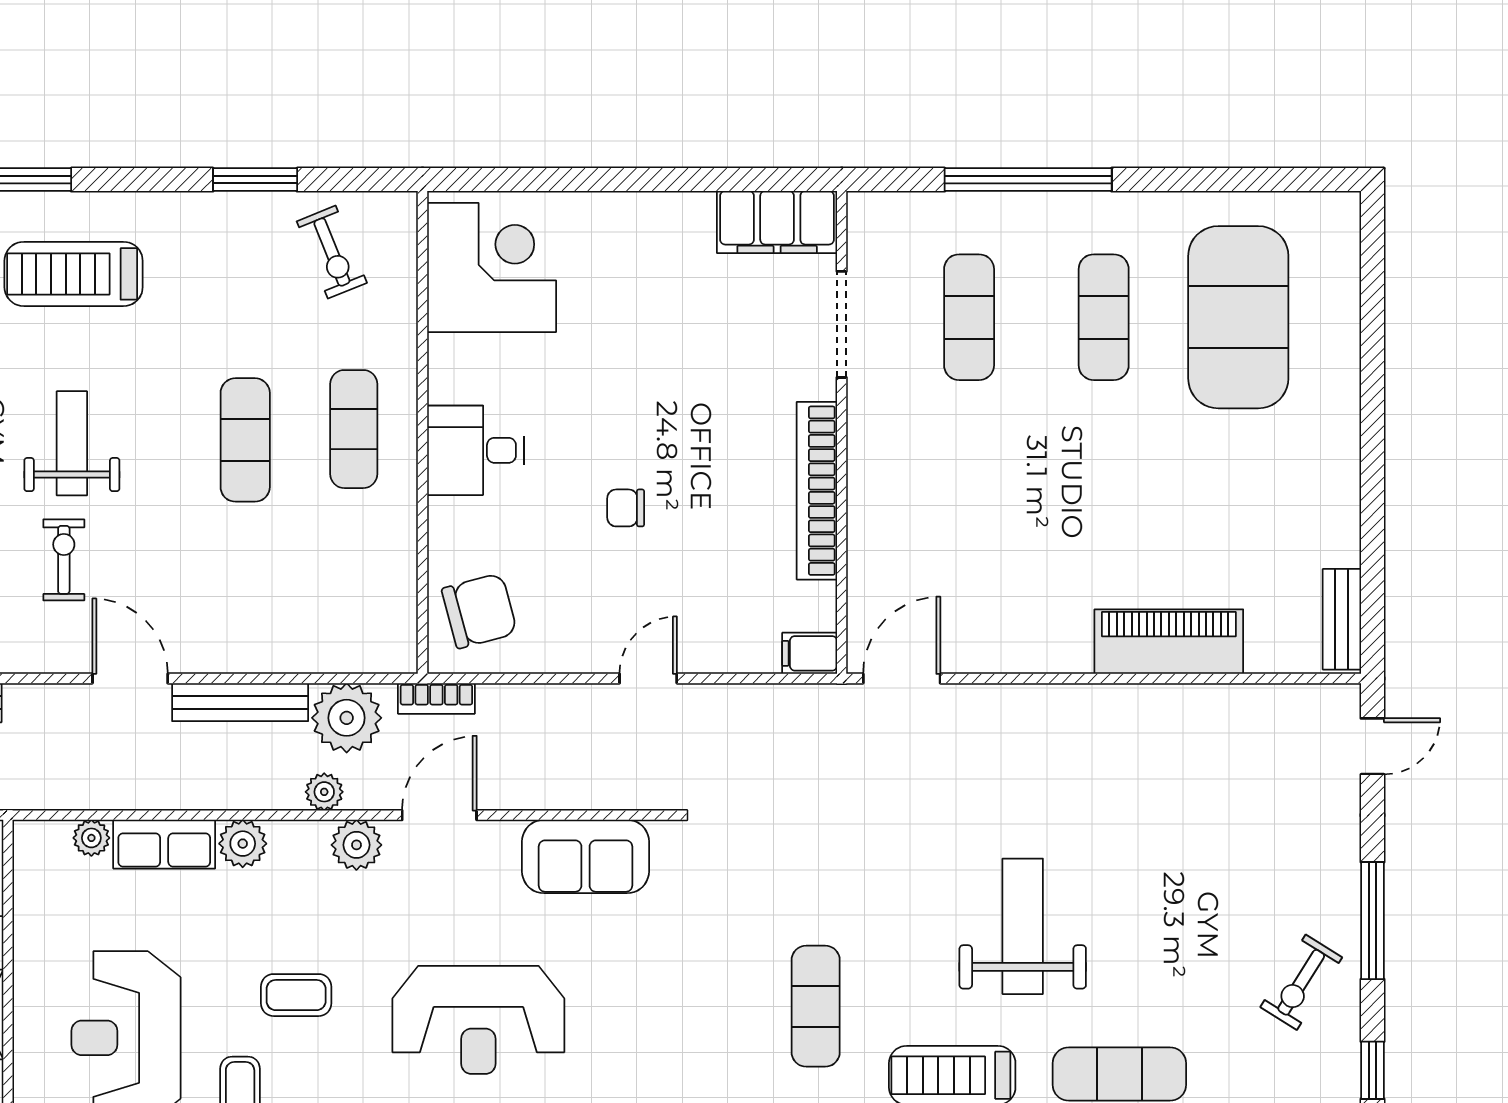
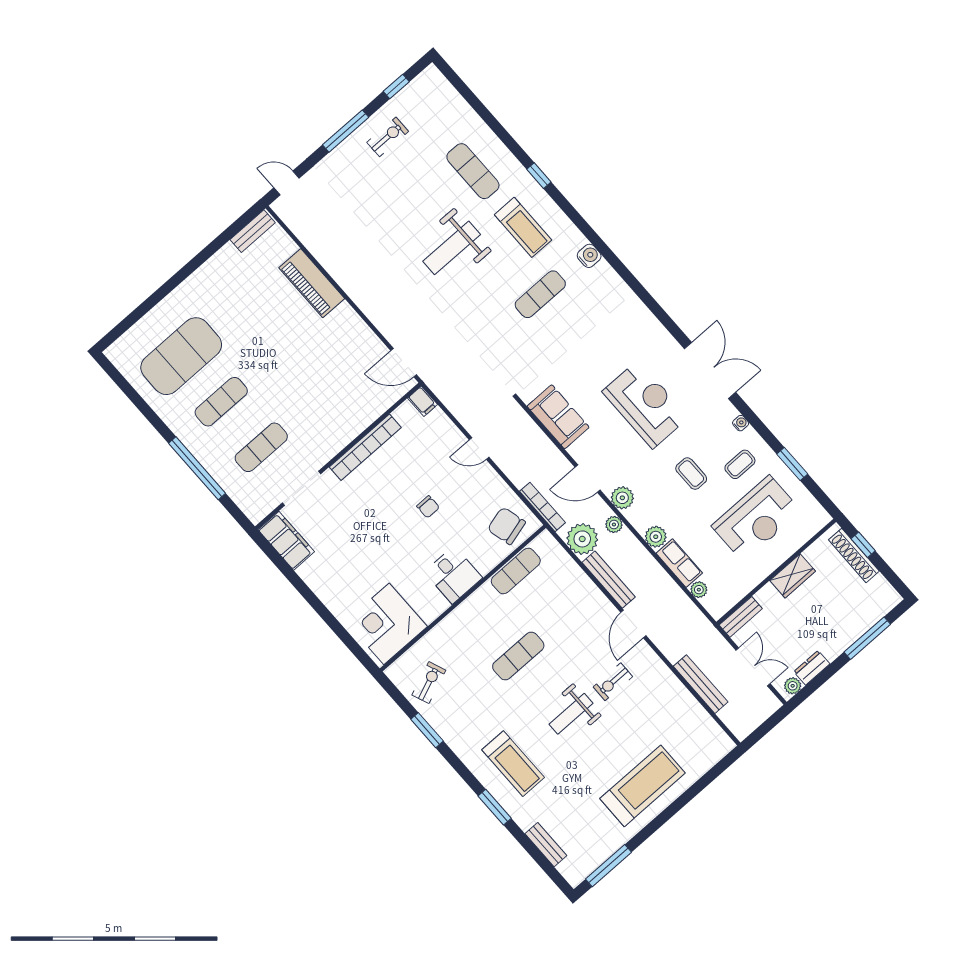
exercise mat: (354, 429) -> (516, 571), moved
bookcase: (436, 698) -> (542, 507), width x1.56
exercise bike: (1301, 982) -> (388, 137), turned -32

